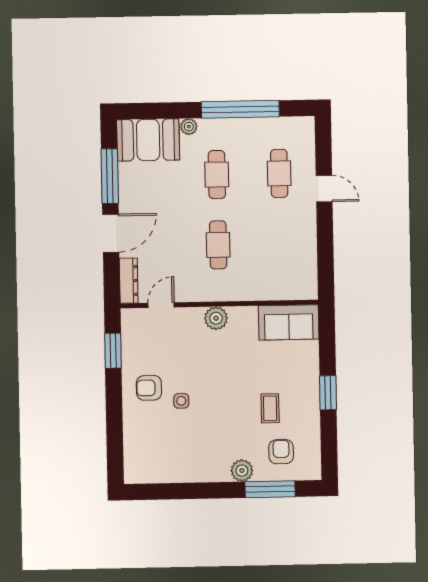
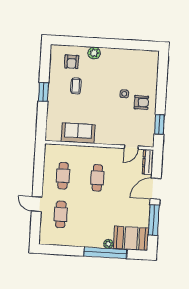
window: (240, 109) -> (105, 253), moved
cafe table: (217, 175) -> (63, 176), moved
plant: (216, 318) -> (102, 138), removed
sofa: (289, 322) -> (78, 133), moved
window: (270, 489) -> (79, 42), removed

